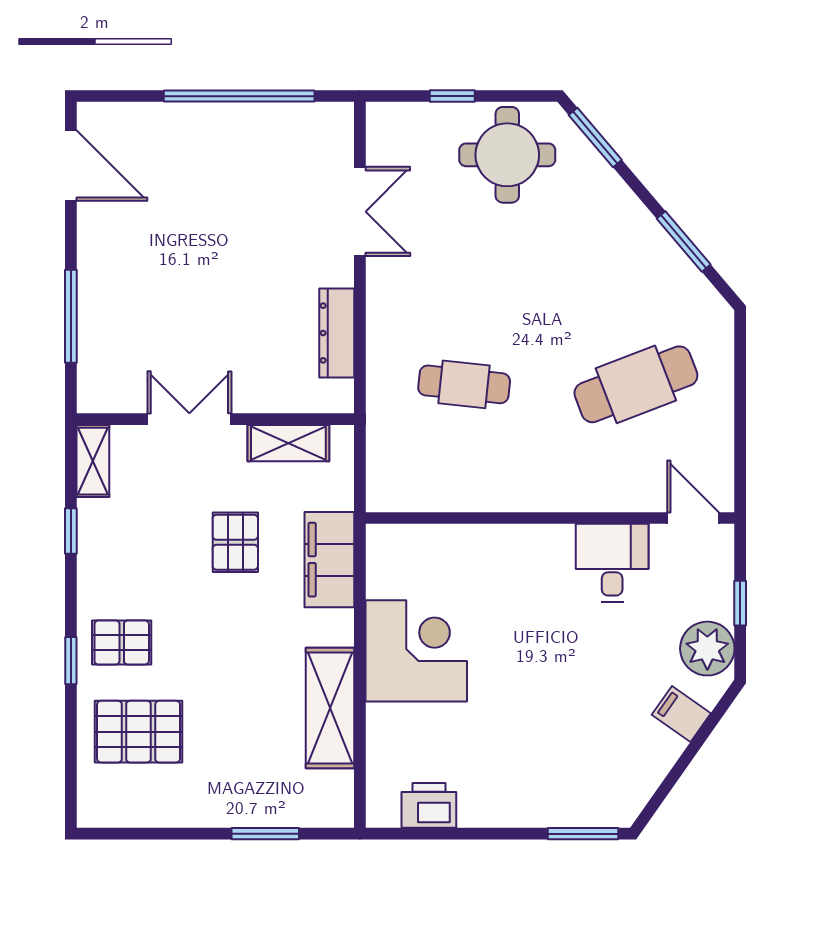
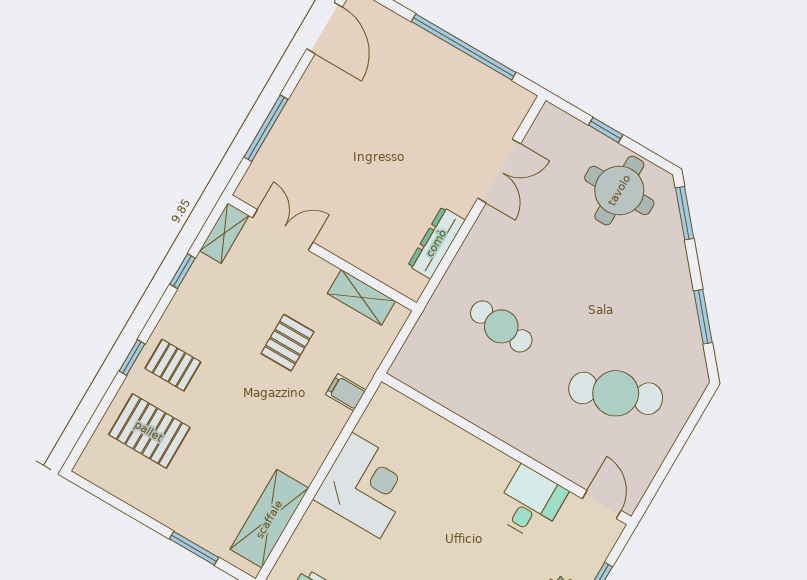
double door: (189, 419) -> (283, 230), moved
filing cabinet: (329, 560) -> (346, 392), width x0.33, depth x0.86
shelving: (330, 708) -> (269, 519), moved

